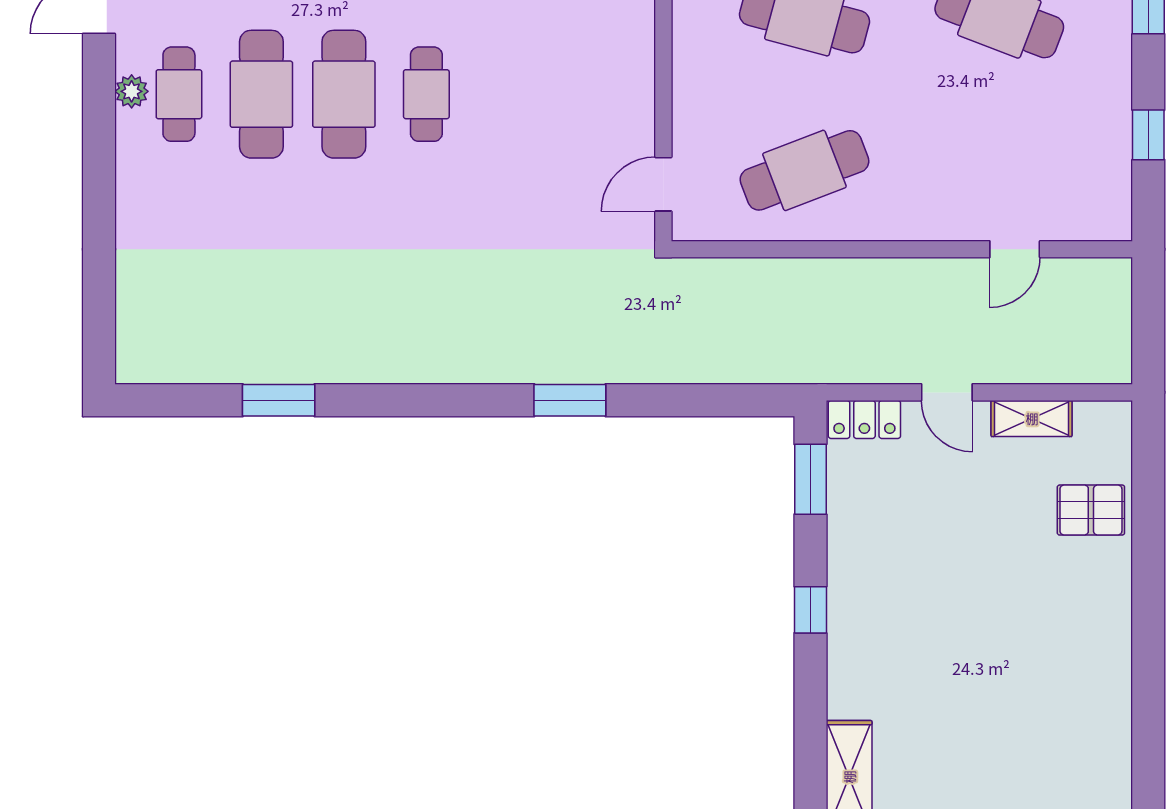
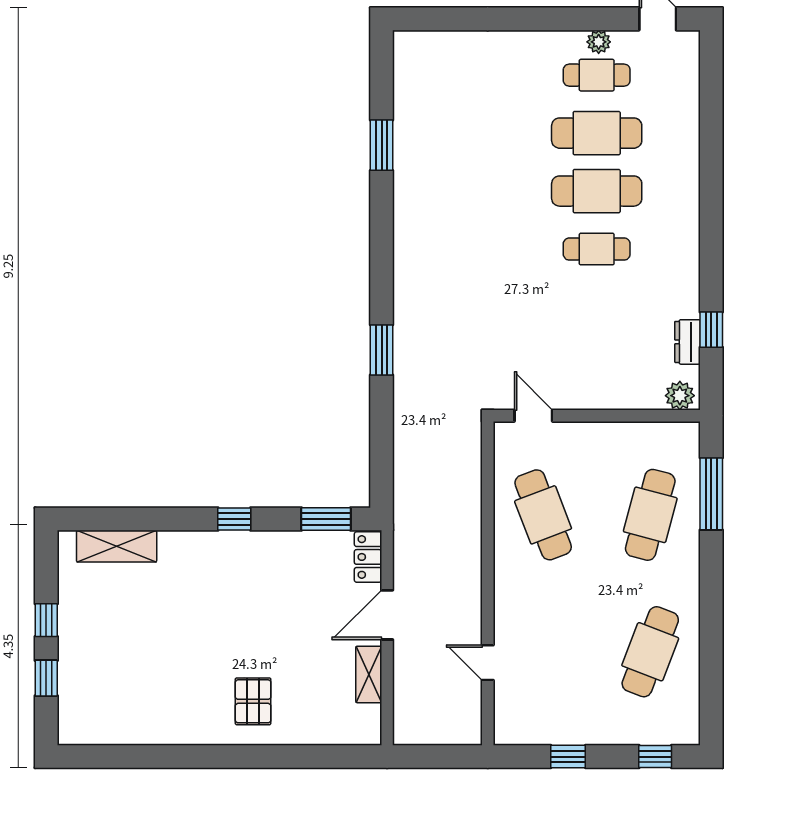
door: (947, 392) -> (387, 615), width x1.38
pallet: (1091, 510) -> (253, 701), moved

